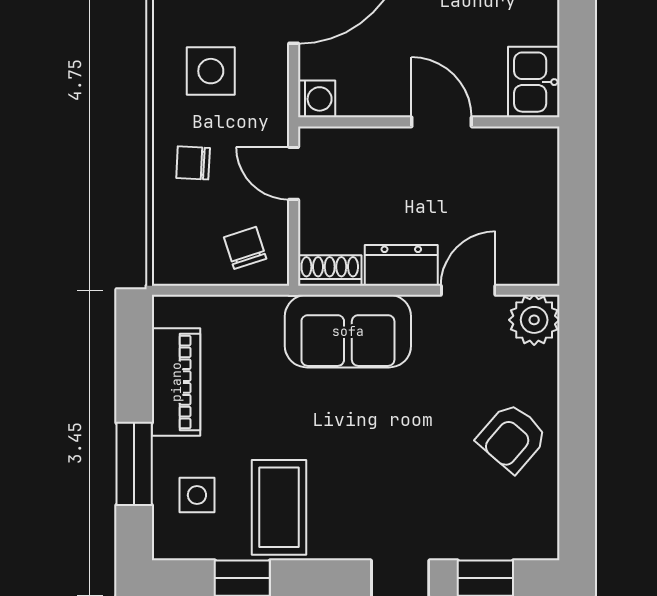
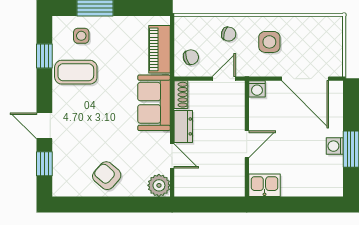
chair: (193, 163) -> (229, 34), turned 103
piano: (176, 382) -> (159, 49), moved, turned 90

